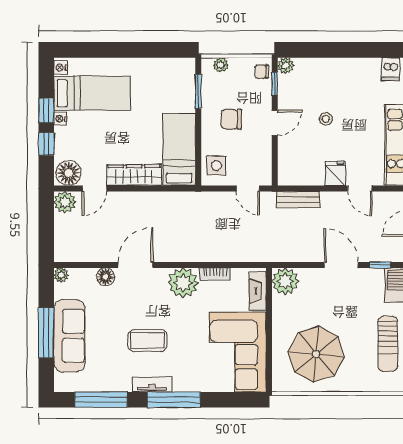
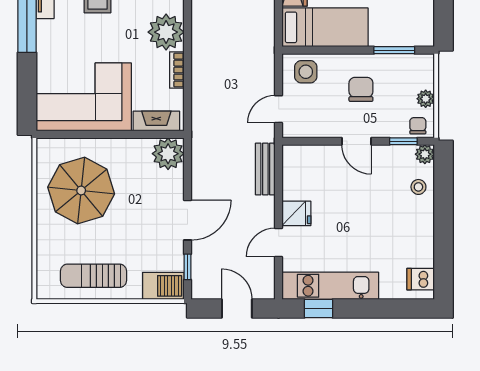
plant: (221, 65) -> (426, 99), moved
stool: (326, 119) -> (418, 187), moved

